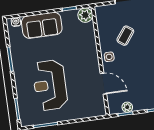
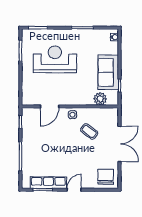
plant: (85, 15) -> (100, 99), moved
sofa: (42, 25) -> (108, 72), moved
plant: (127, 107) -> (26, 124), removed

